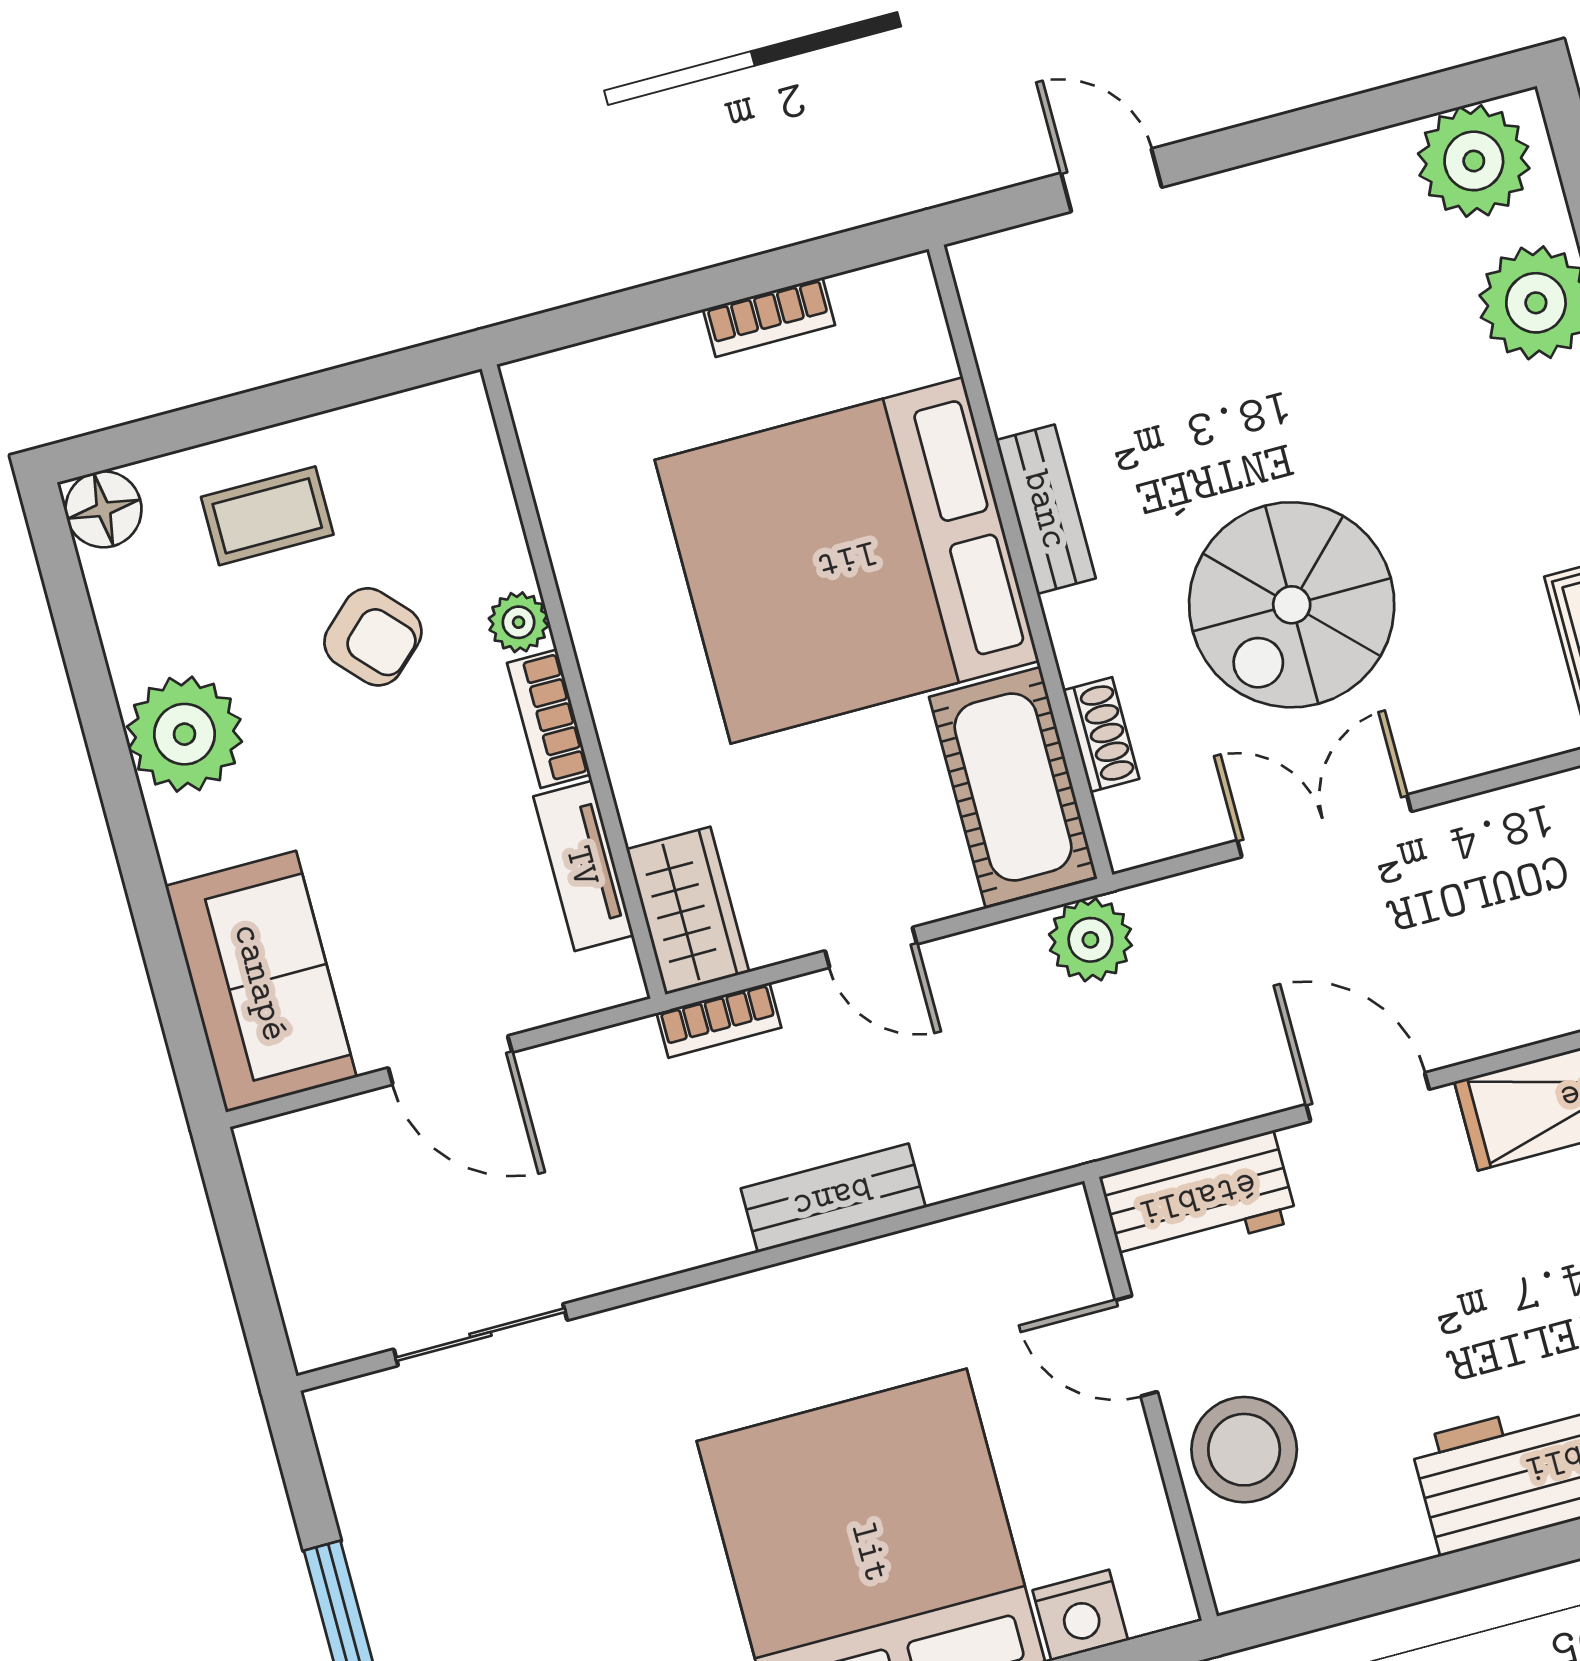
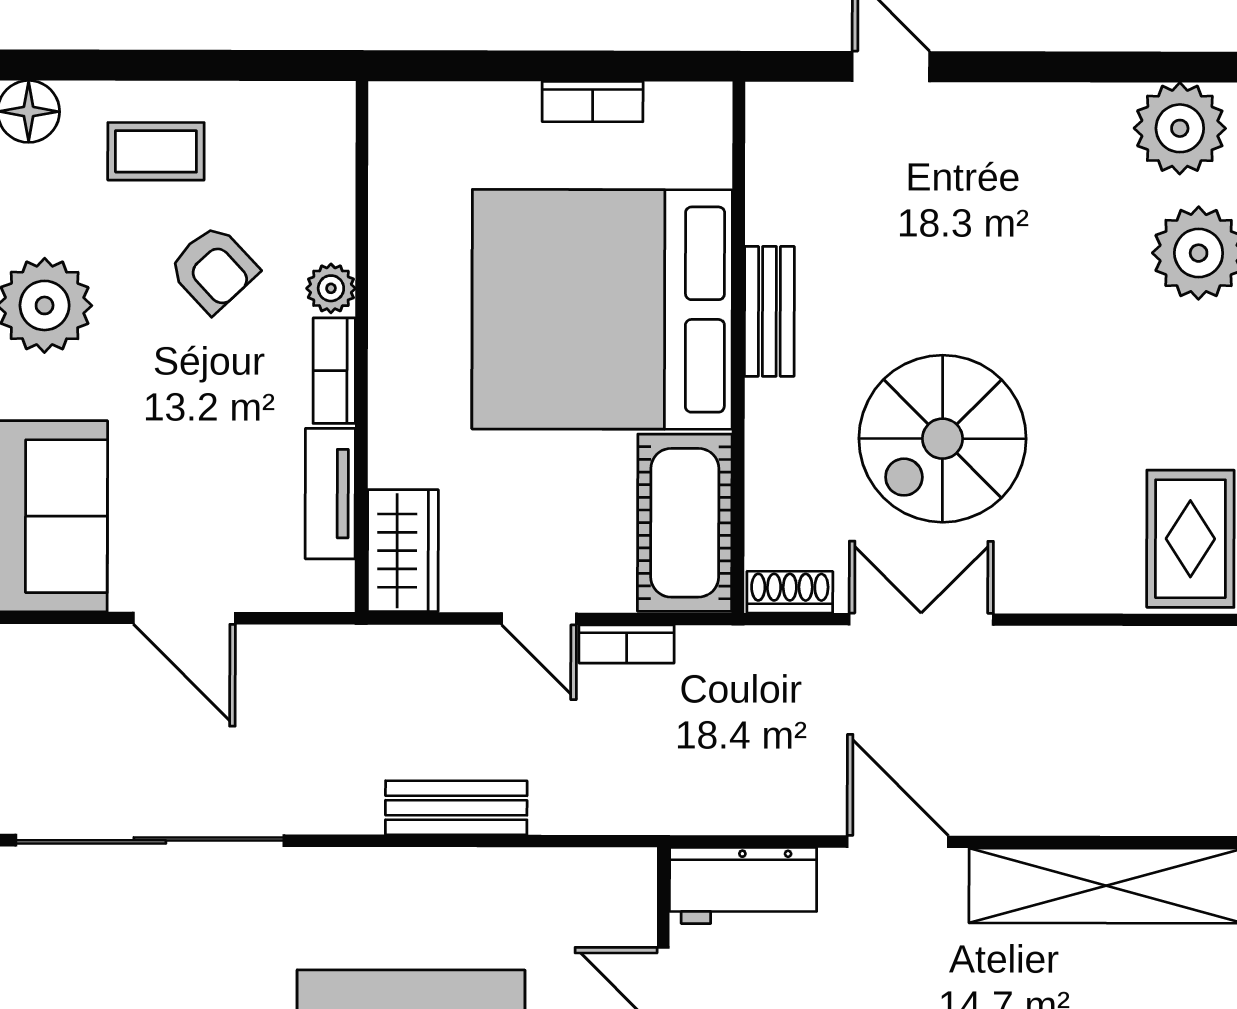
shoe rack: (1101, 735) -> (790, 592), moved, turned -90
plant: (1090, 940) -> (713, 659), removed
bookcase: (719, 1020) -> (627, 644), moved
sliding door: (481, 1335) -> (150, 840), width x1.86

